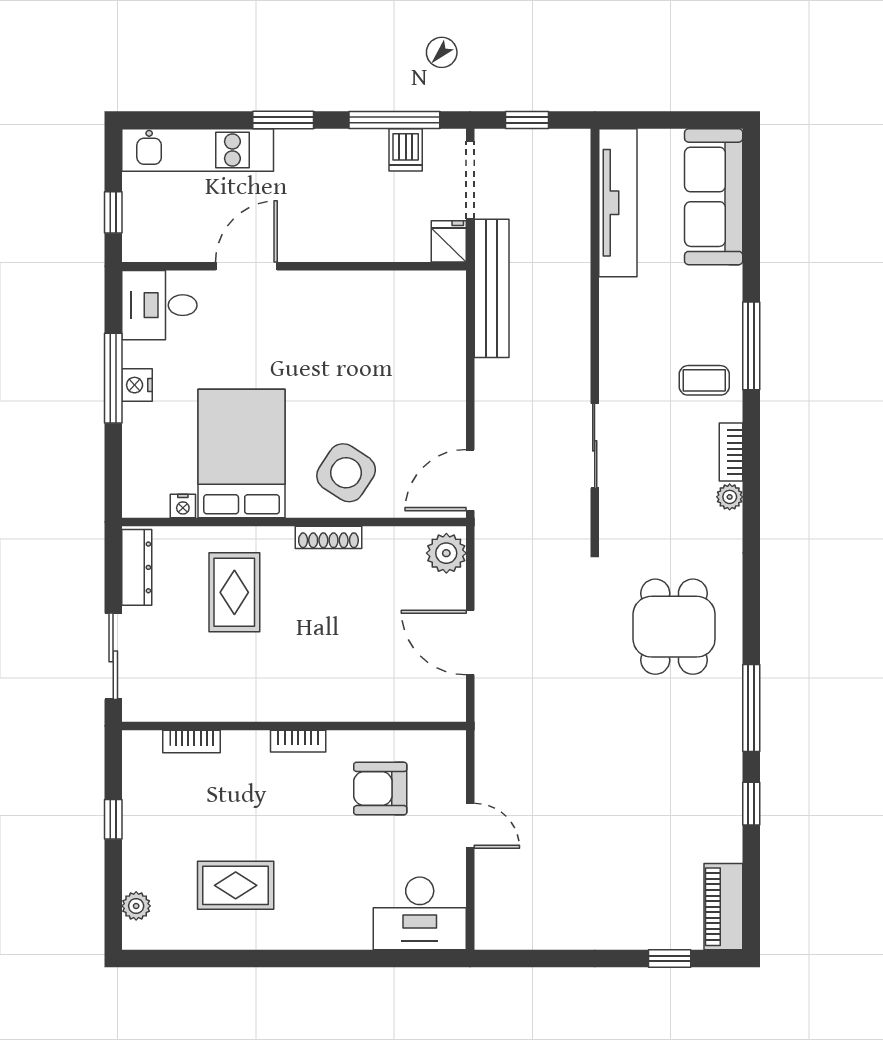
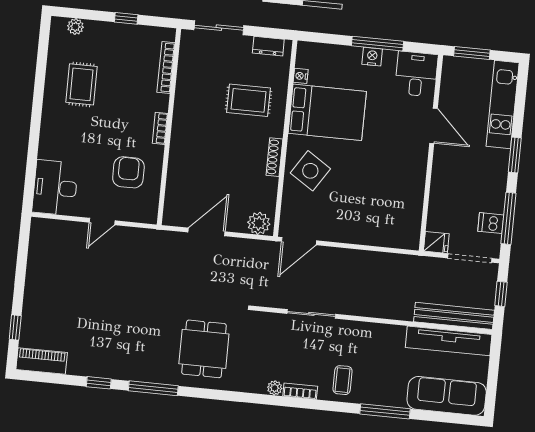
window: (113, 212) -> (472, 53), width x1.50
bench: (492, 288) -> (454, 316), moved
window: (751, 346) -> (385, 411), moved
door: (470, 480) -> (299, 241), swing flipped
dresser: (137, 567) -> (268, 46), width x0.70
dining table: (674, 627) -> (204, 349), turned 90
bookcase: (191, 741) -> (166, 67), width x1.56

